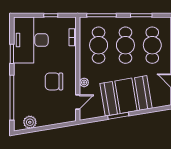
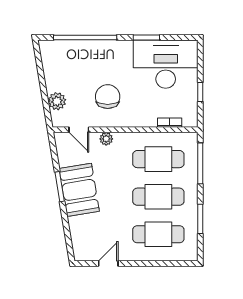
booth: (126, 96) -> (79, 190), width x0.73, depth x0.70
plant: (30, 122) -> (57, 101), moved

